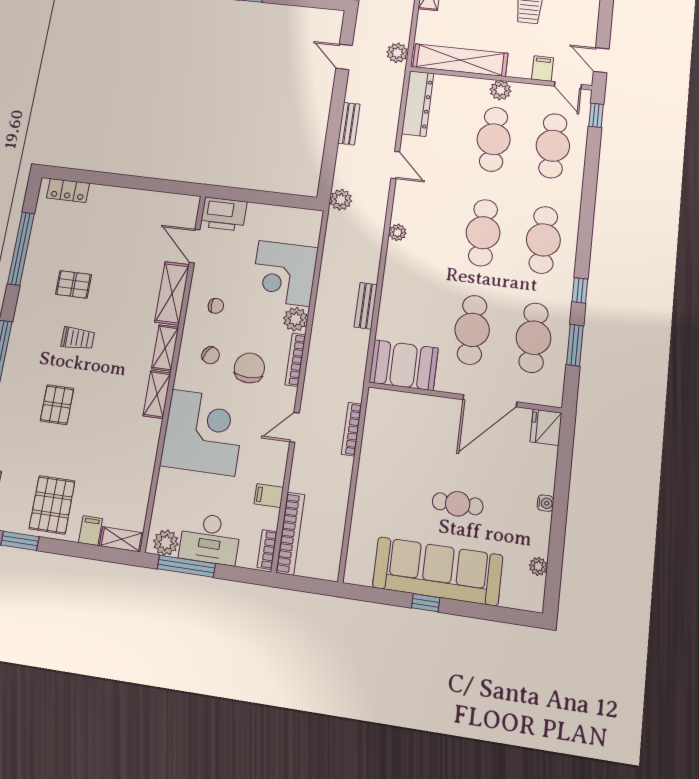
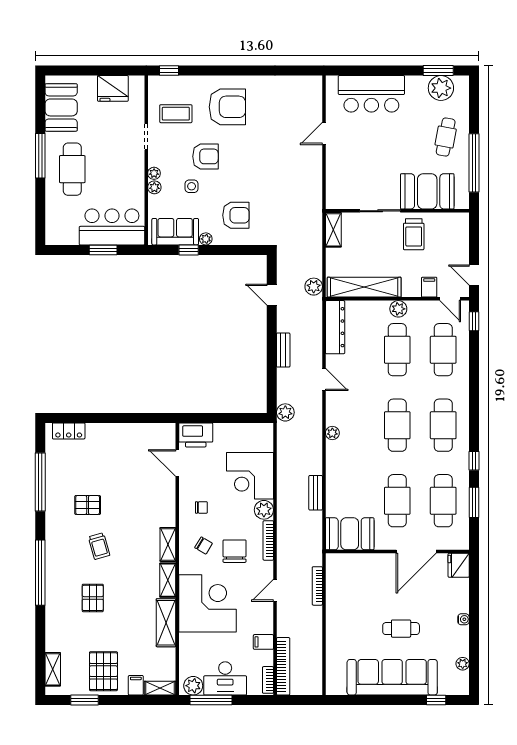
shelving: (172, 293) -> (166, 623), moved
trolley: (78, 338) -> (99, 546), turned 74
window: (426, 603) -> (436, 700), moved

